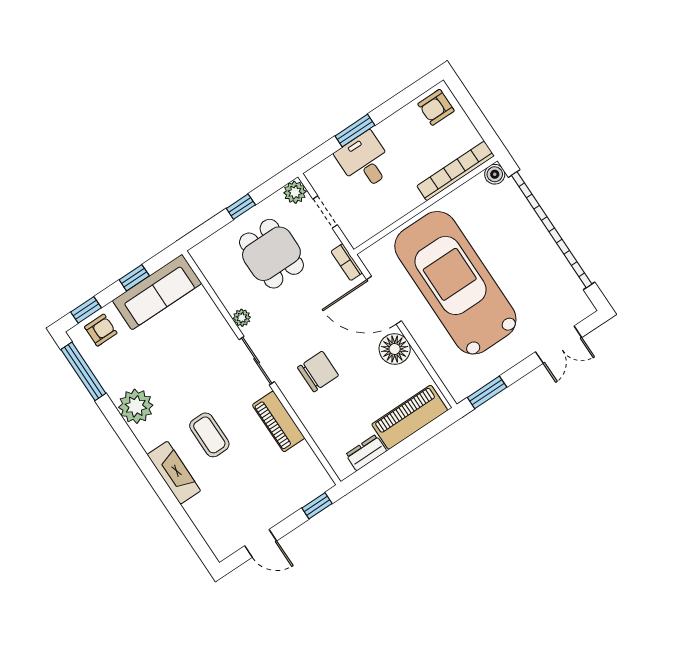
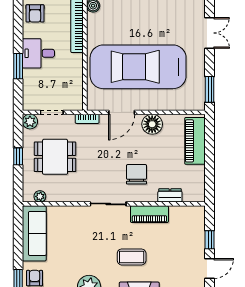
desk: (365, 161) -> (38, 53), moved
window: (134, 278) -> (18, 241), removed
door: (384, 300) -> (122, 112), width x0.73
plant: (242, 318) -> (40, 196), moved
dresser: (366, 453) -> (170, 195), moved, turned 90
window: (317, 506) -> (210, 240), moved

